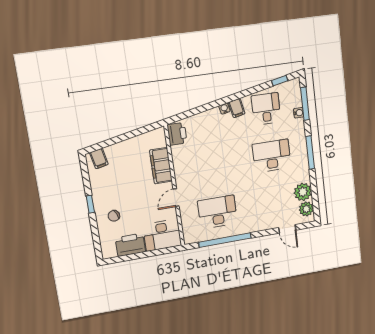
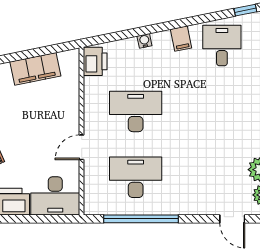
water cooler: (224, 109) -> (144, 41), moved
desk: (272, 156) -> (136, 111), moved
filing cabinet: (161, 166) -> (35, 69), moved, turned -101

